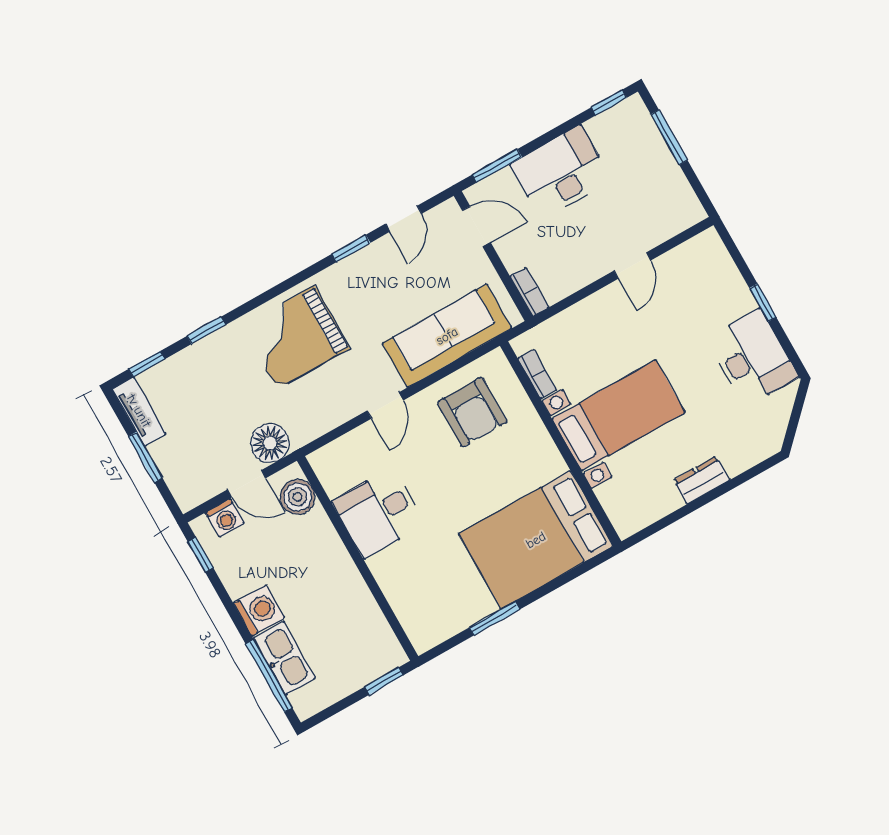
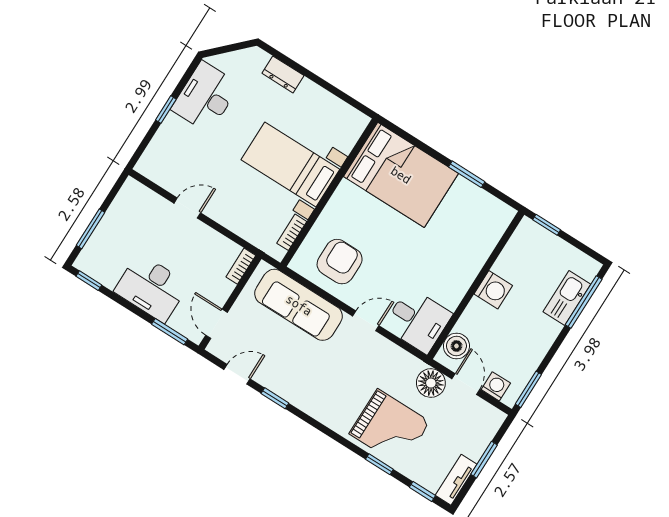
grand piano: (296, 337) -> (390, 428), moved
dresser: (701, 480) -> (283, 74), moved
desk: (378, 513) -> (418, 320), moved
window: (200, 555) -> (528, 389), width x1.50
washing machine: (259, 610) -> (493, 290), moved, turned 180

